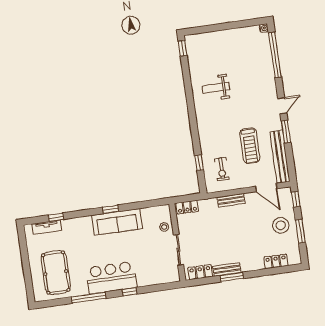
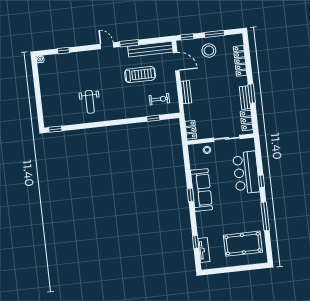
window: (275, 55) -> (63, 51), width x0.32
door: (266, 188) -> (176, 62), hinge flipped
locker: (276, 261) -> (240, 61), width x1.53
bar counter: (112, 278) -> (246, 173), moved

